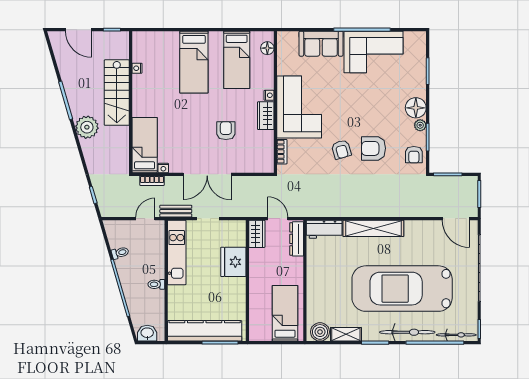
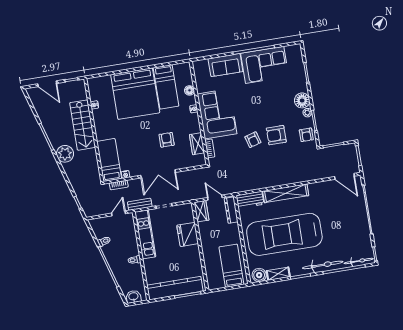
floor lamp: (267, 48) -> (189, 90), moved
bed: (194, 62) -> (135, 94), width x2.04
wardrobe: (266, 116) -> (197, 144), moved
car: (402, 289) -> (284, 234), moved

